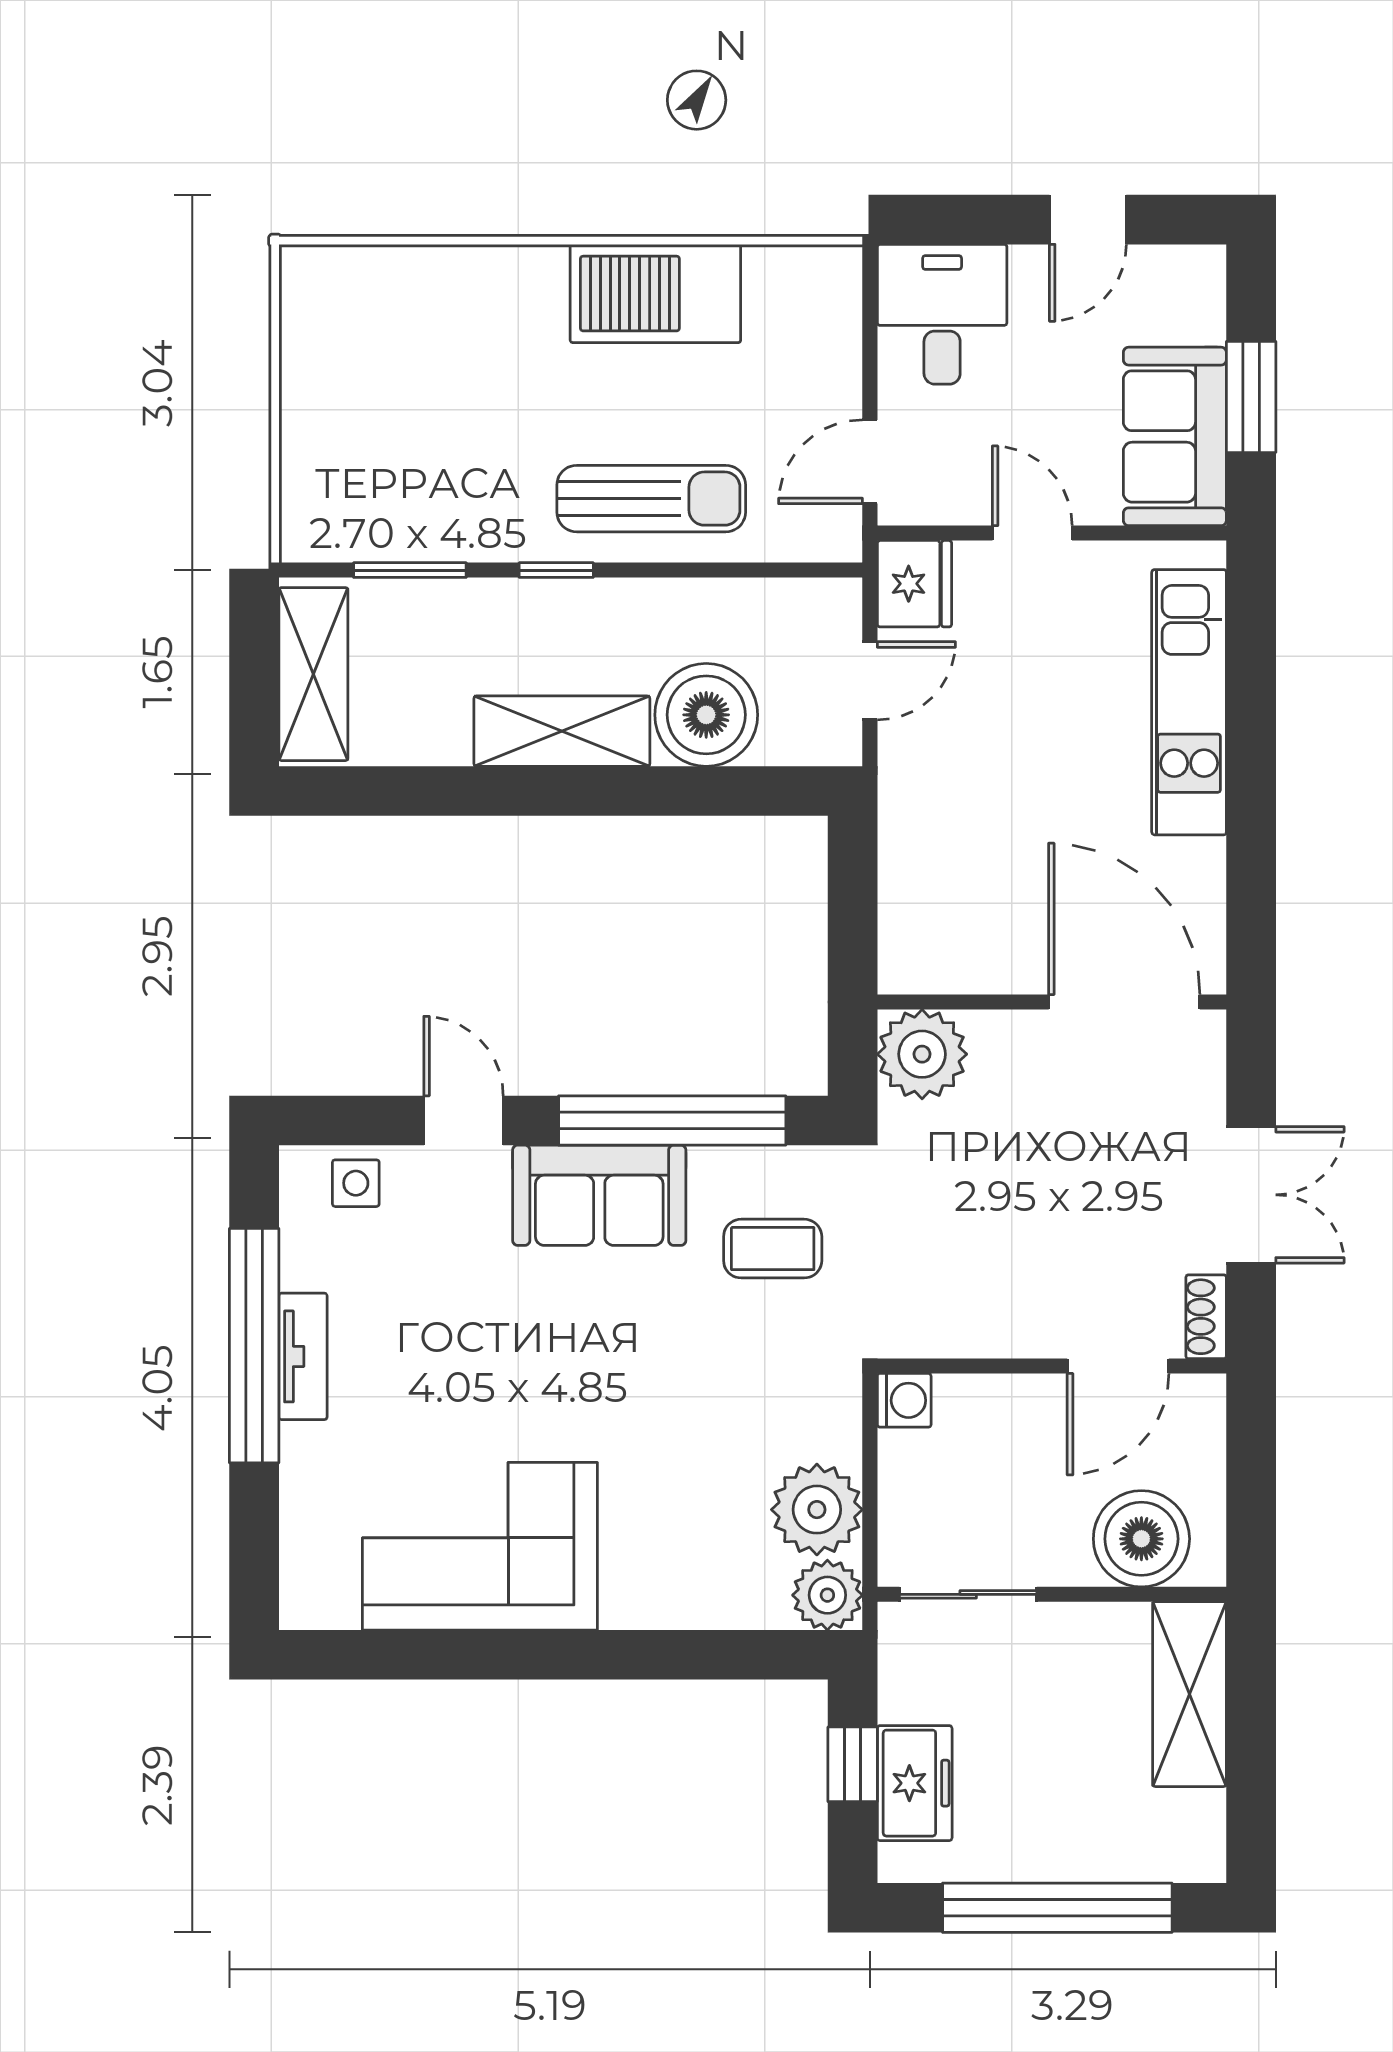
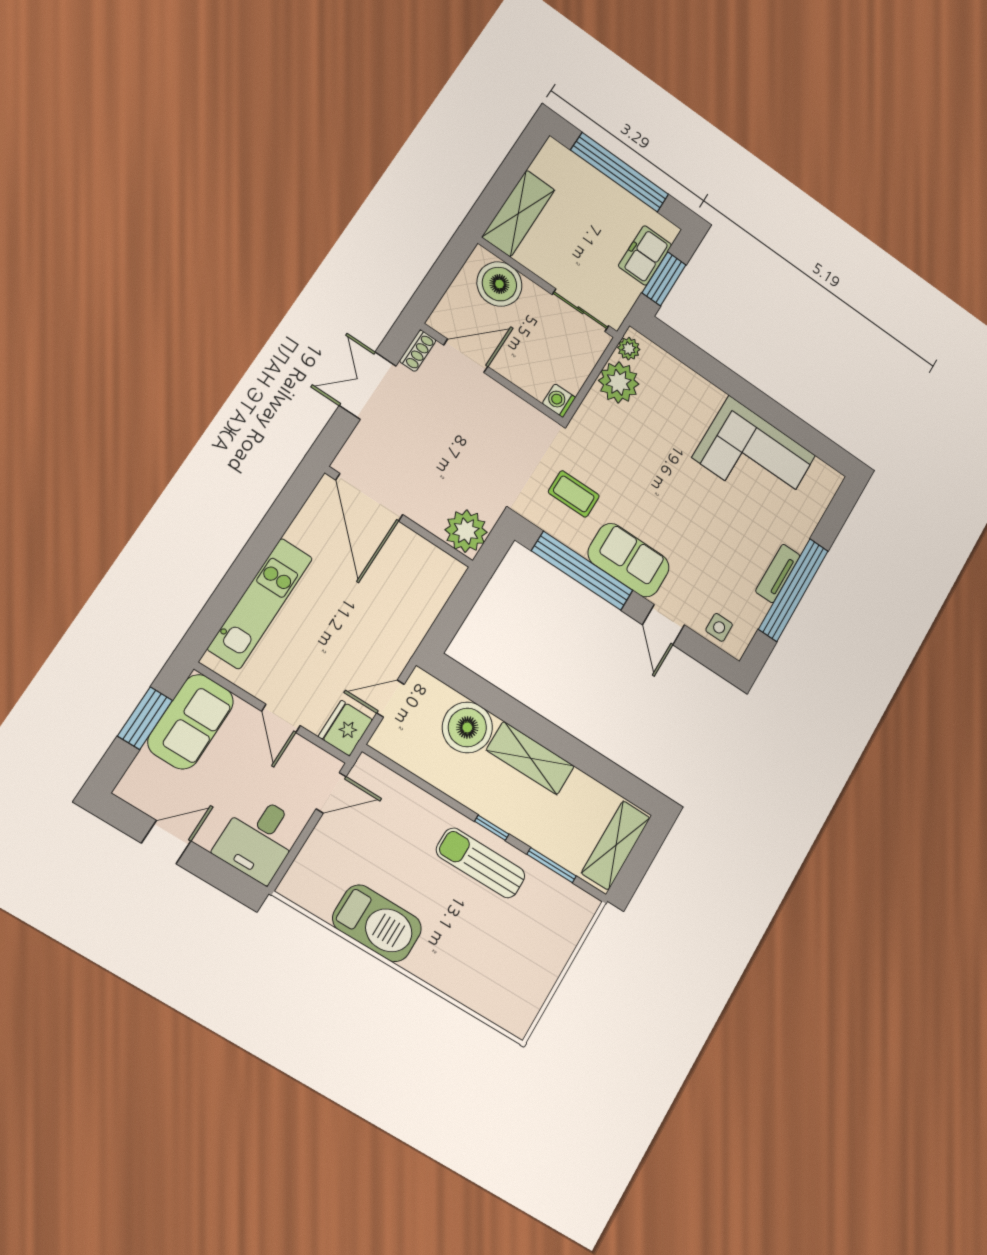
sun lounger: (651, 499) -> (481, 863), moved
plant: (827, 1595) -> (629, 349), width x0.73, depth x0.73
window: (853, 1764) -> (664, 279), width x1.50

